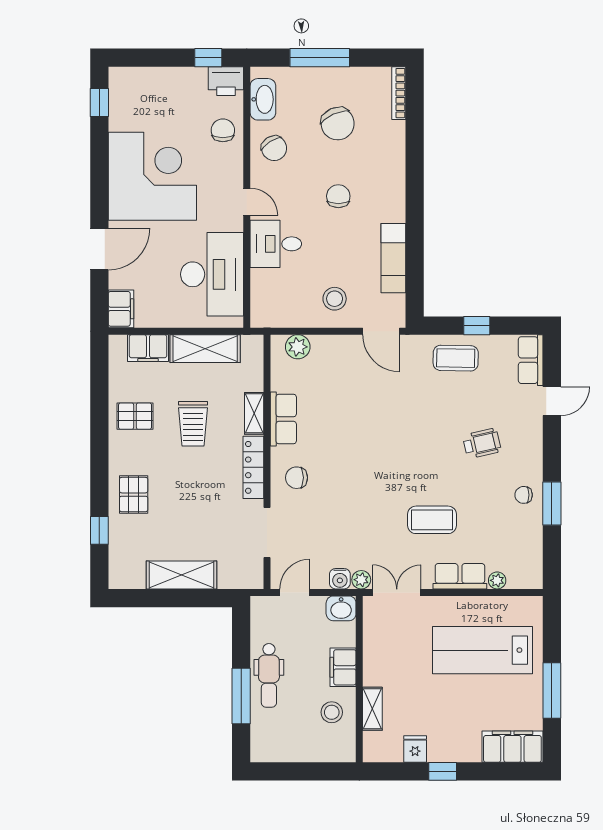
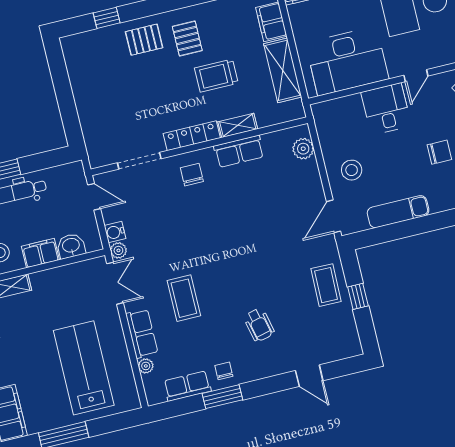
row of seats: (531, 360) -> (187, 386), moved
pallet: (135, 416) -> (187, 39), moved
shelving: (182, 575) -> (86, 97), removed
washbasin: (341, 608) -> (71, 246), moved, turned 90

